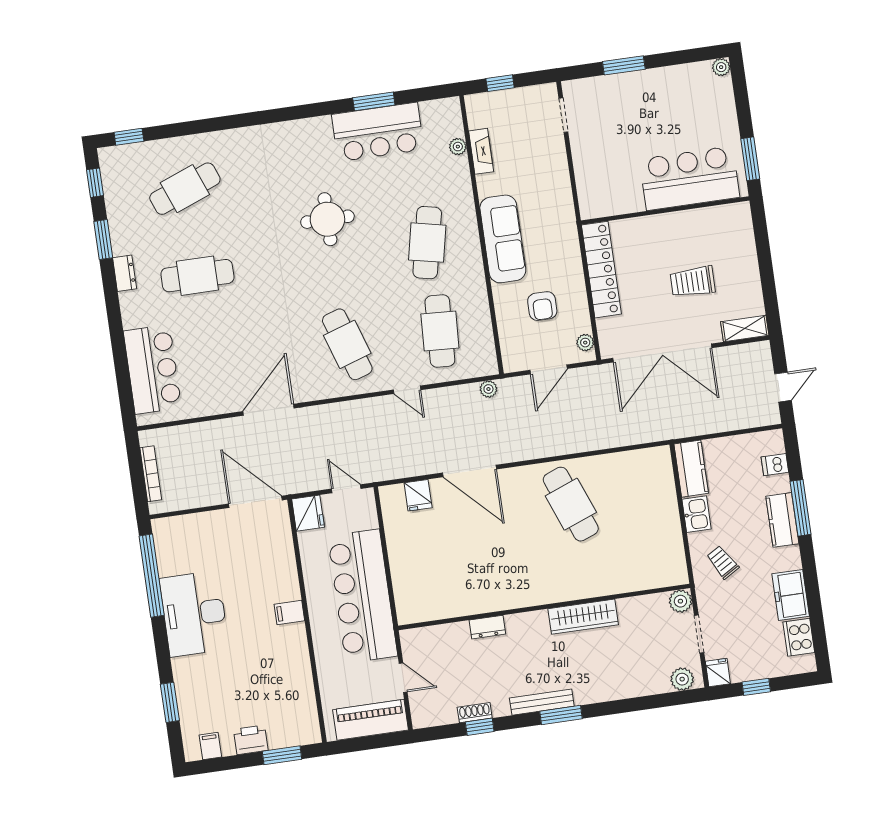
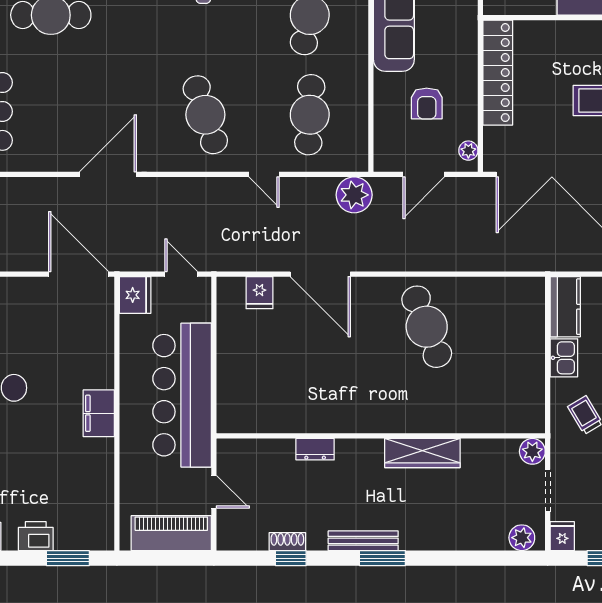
plant: (488, 389) -> (354, 195), width x1.88, depth x1.88
filing cabinet: (289, 612) -> (99, 413), width x2.00

